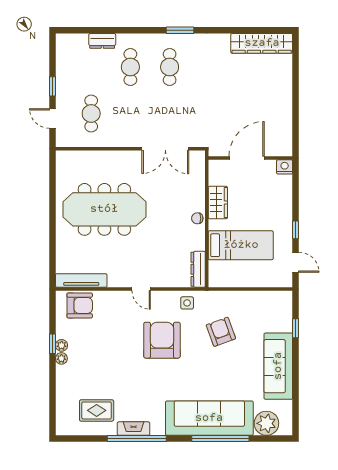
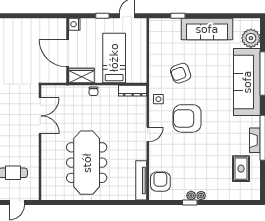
door: (247, 158) -> (68, 53), moved
wall: (250, 158) -> (68, 51), moved
nightstand: (285, 167) -> (74, 24), moved

